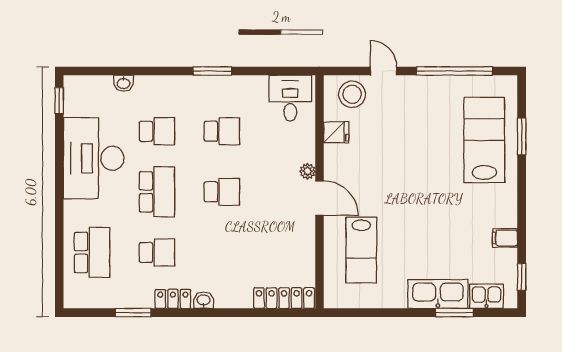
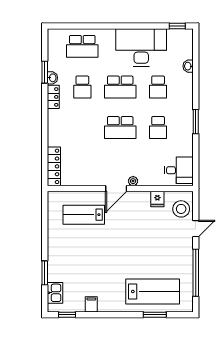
school desk: (222, 192) -> (120, 128), width x1.85
kitchen sink: (438, 294) -> (56, 263), removed
washbasin: (204, 300) -> (52, 78), moved

